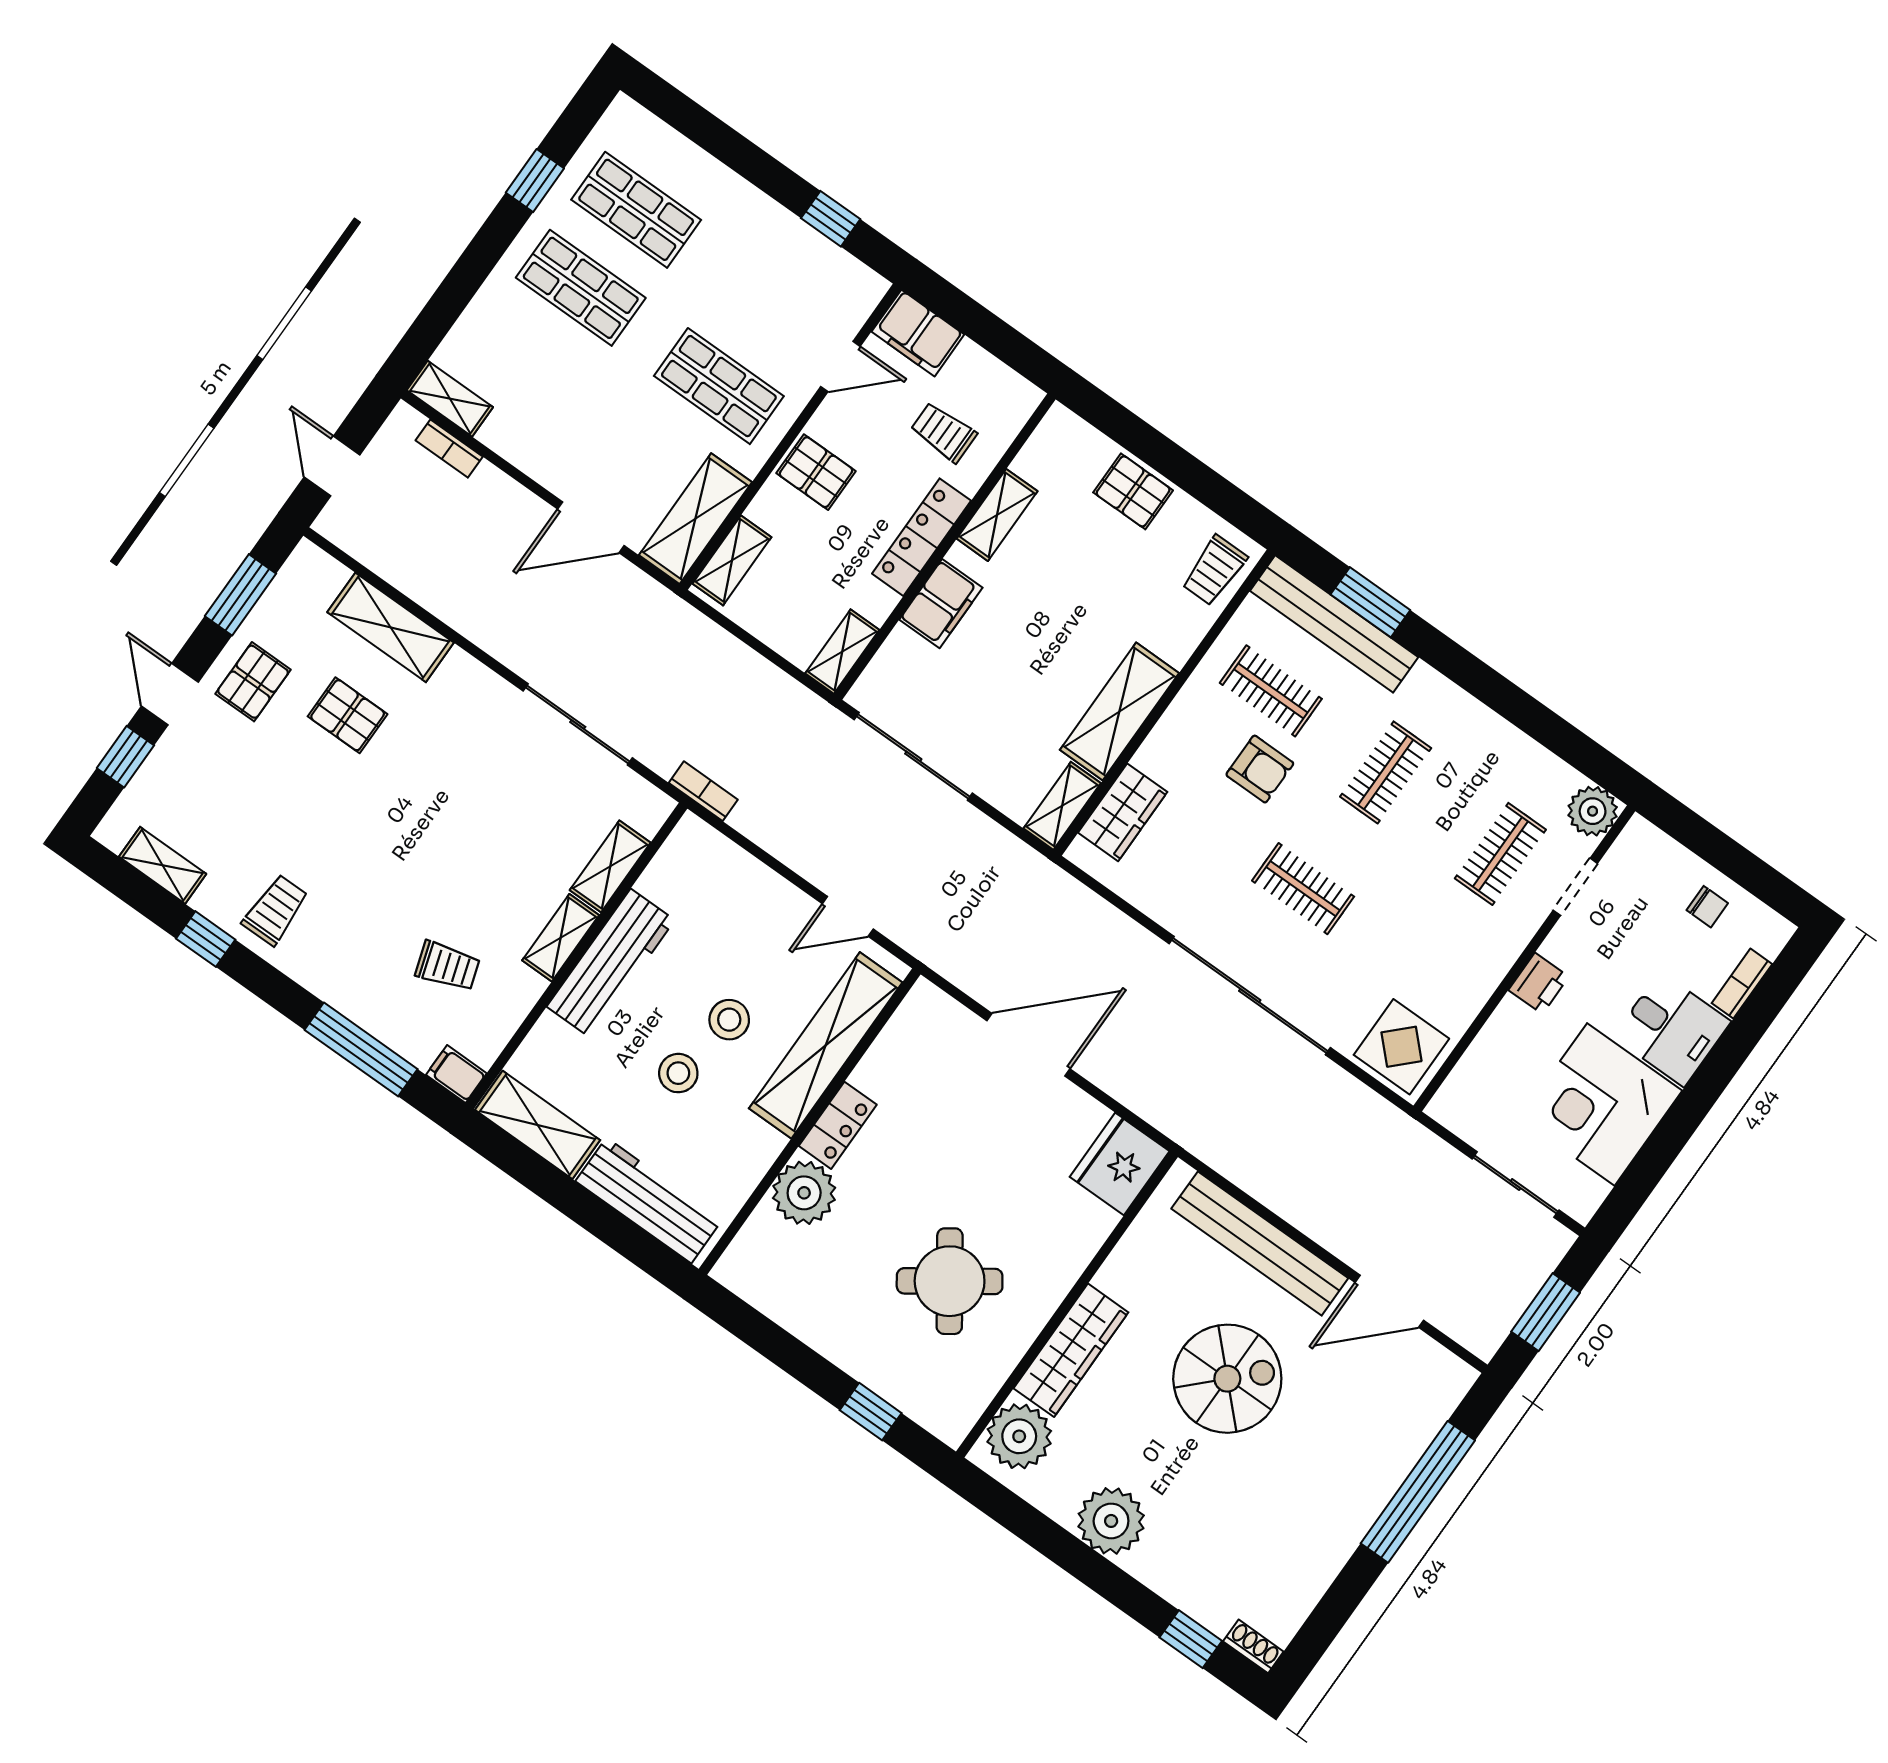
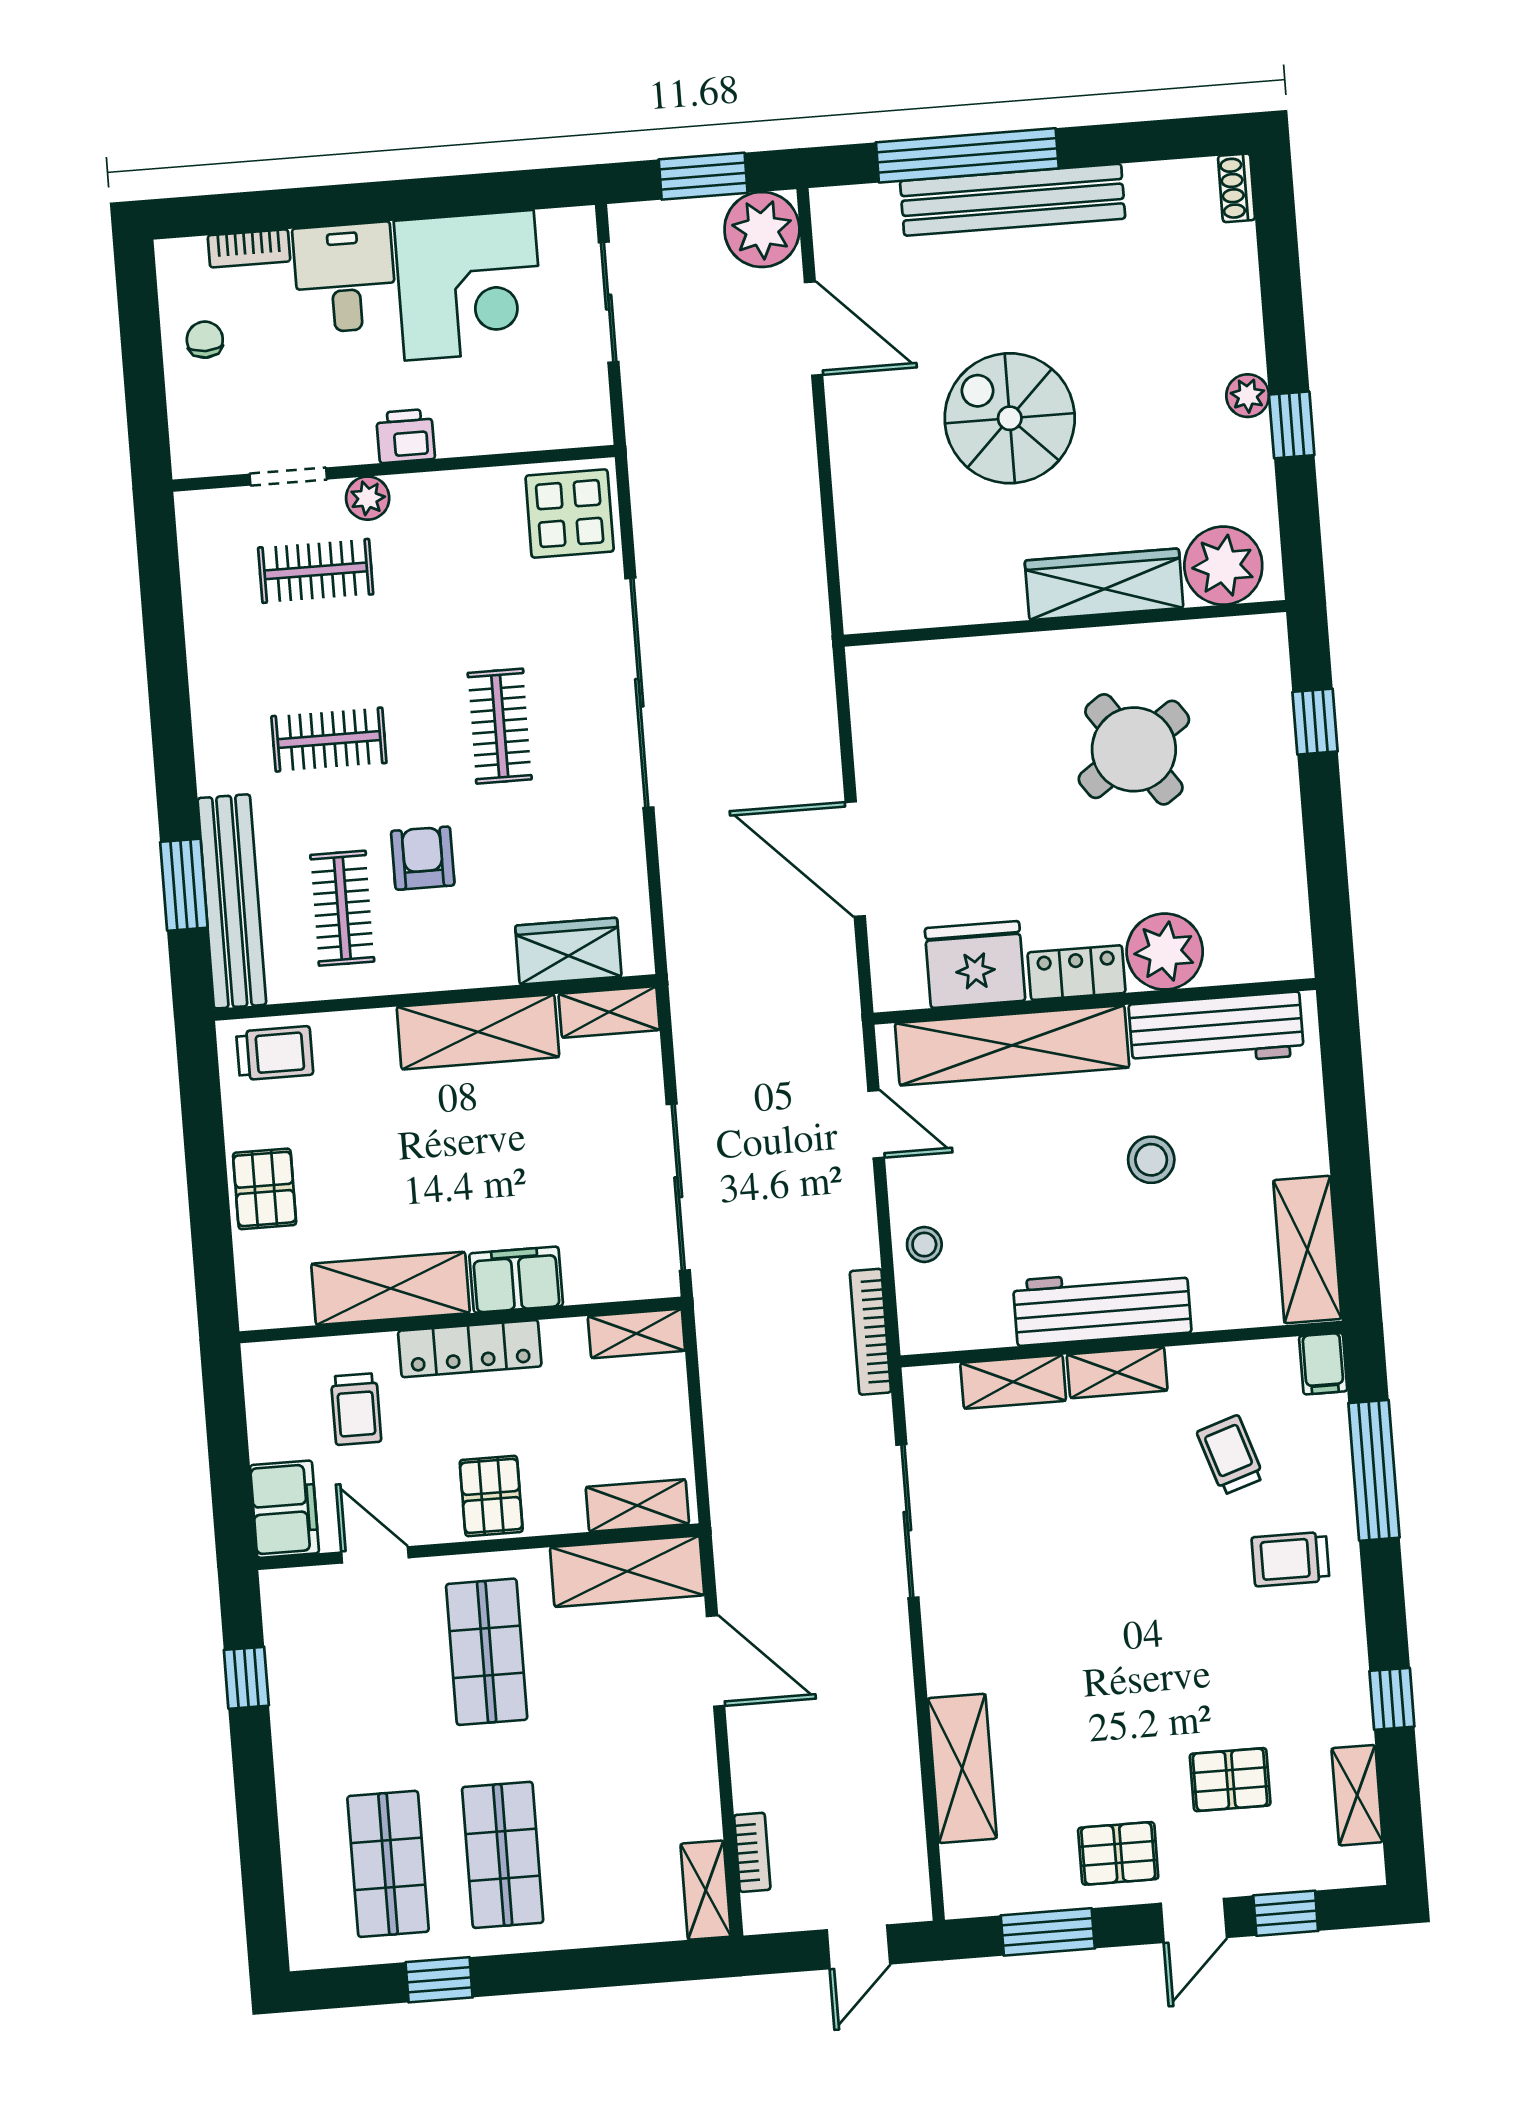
shelving: (997, 515) -> (391, 1288), width x1.50, depth x1.33
pallet: (348, 715) -> (1230, 1780), moved, turned 90
bookcase: (703, 791) -> (870, 1332), width x1.56
plant: (1593, 811) -> (368, 498), moved, width x0.73, depth x0.73
trolley: (275, 910) -> (1290, 1559), moved
stool: (729, 1020) -> (924, 1244), moved, width x0.73, depth x0.73
fridge: (1120, 1164) -> (975, 964), moved, turned 180
workbench: (649, 1200) -> (1216, 1030), moved, turned -90
bench: (1260, 1243) -> (1013, 200), moved, turned 90
plant: (1480, 1321) -> (762, 230), added
plant: (1111, 1521) -> (1248, 396), width x0.53, depth x0.53
window: (1191, 1639) -> (1292, 425), moved

